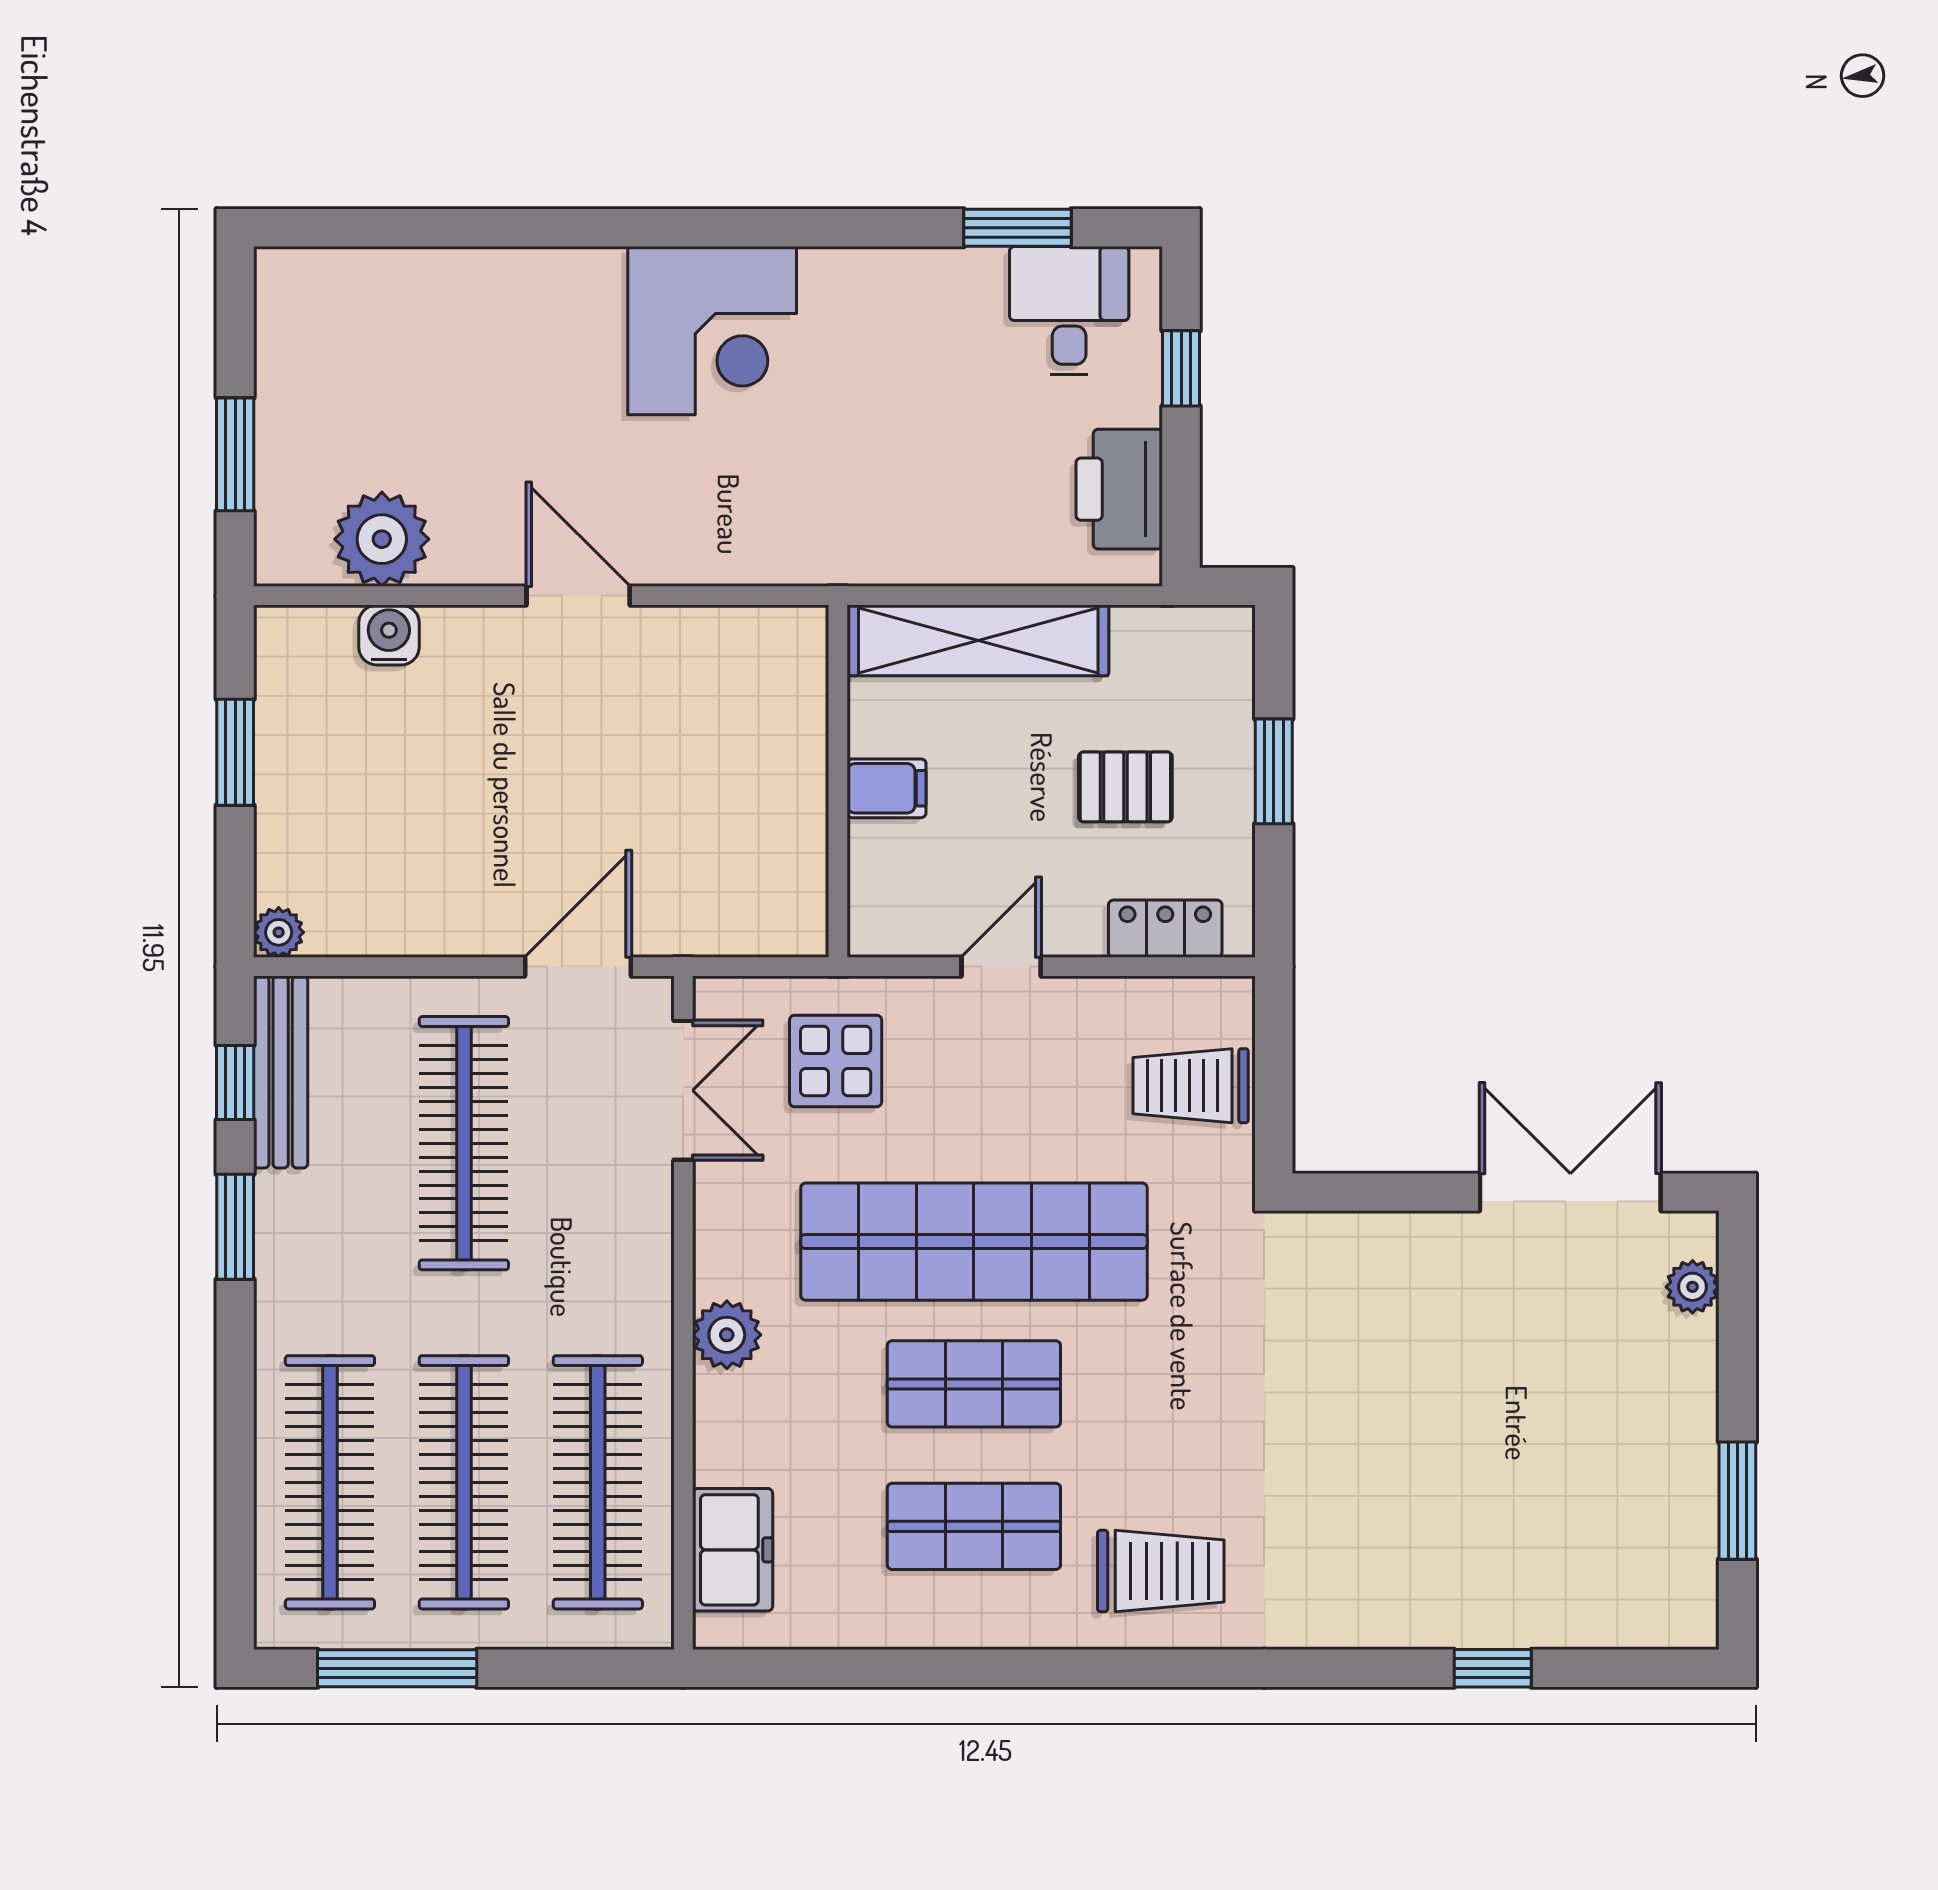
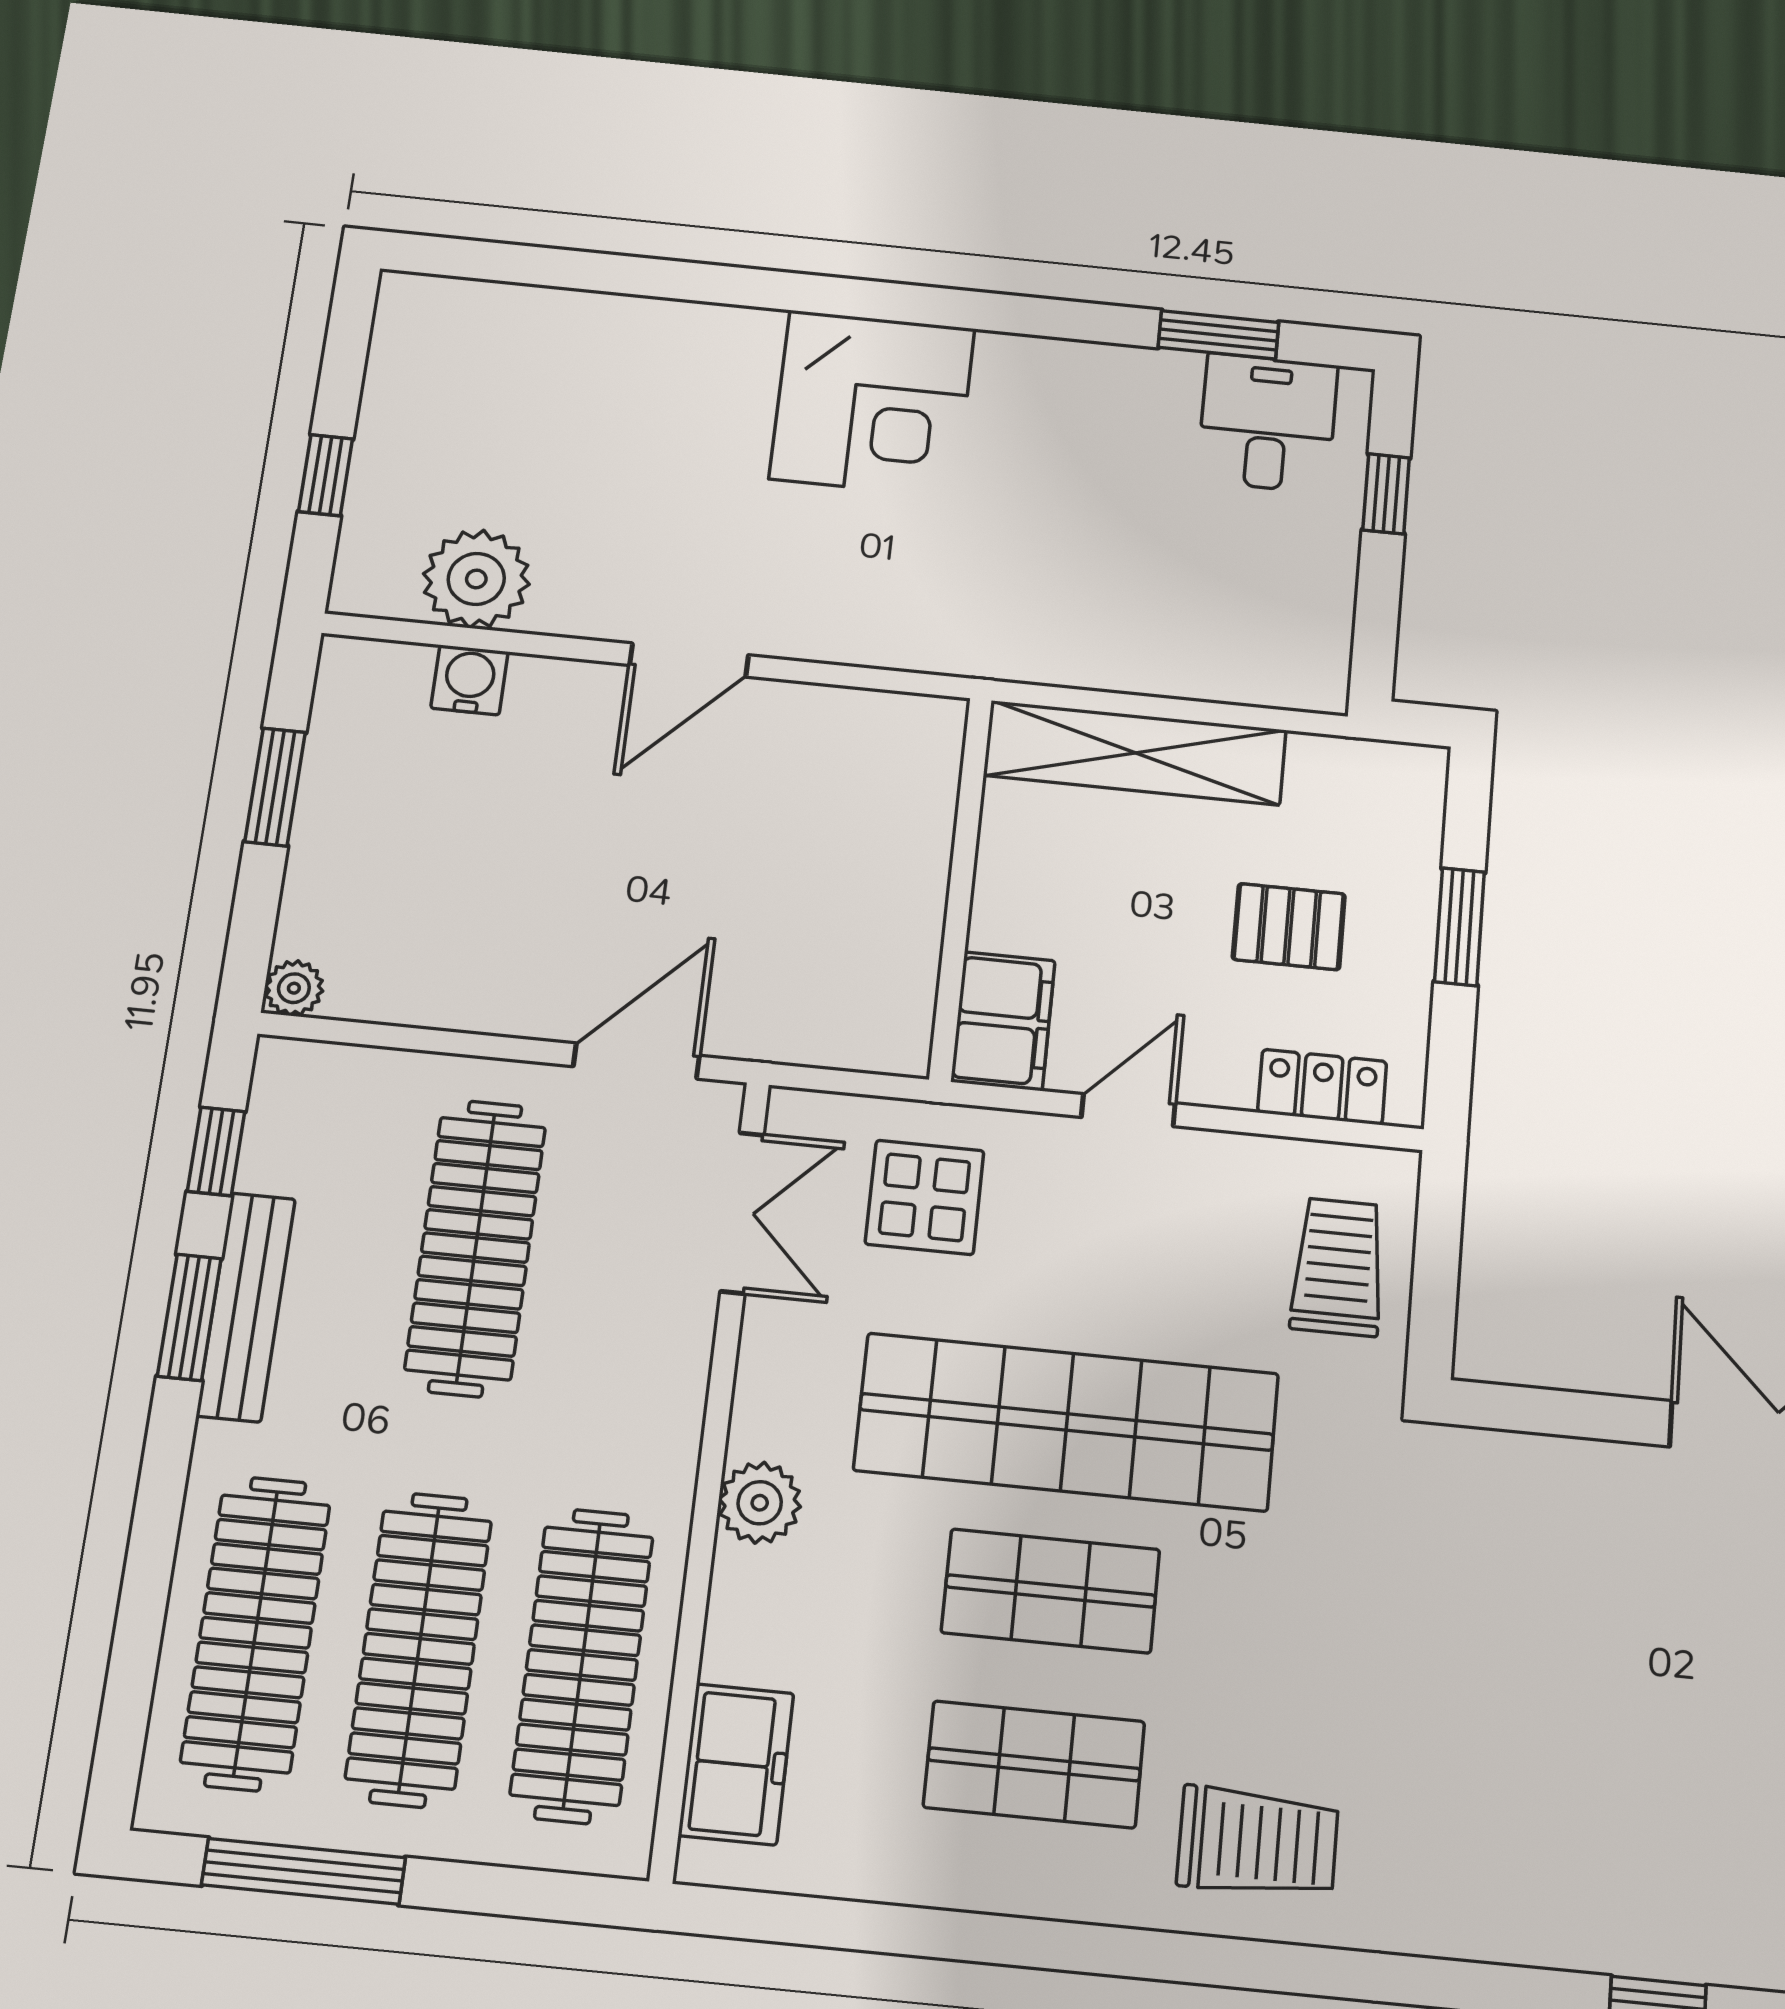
window: (235, 454) -> (326, 475), width x0.67
printer: (1119, 489) -> (1308, 611), removed
door: (578, 596) -> (689, 660), swing flipped
filing cabinet: (887, 788) -> (1003, 1021), moved, width x2.00
bench: (281, 1072) -> (246, 1307), moved
trolley: (1191, 1086) -> (1338, 1267), turned 90

